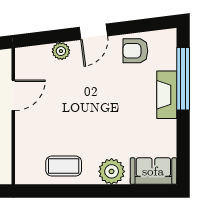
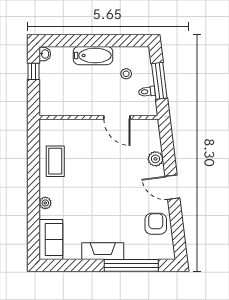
fireplace: (167, 95) -> (103, 251), moved
plant: (112, 171) -> (45, 203), width x0.53, depth x0.53

